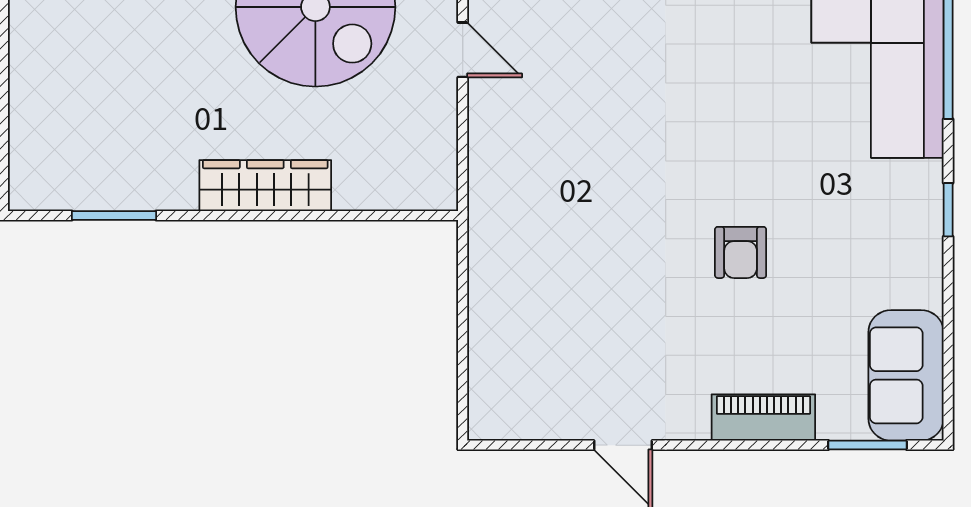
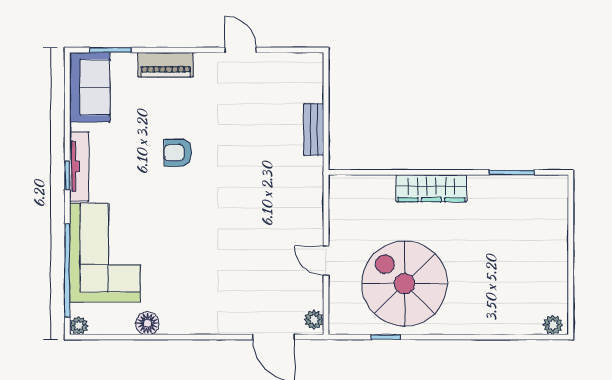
tv unit: (926, 227) -> (79, 166), added
armchair: (741, 252) -> (178, 153), turned -90
bench: (486, 296) -> (314, 130), added

